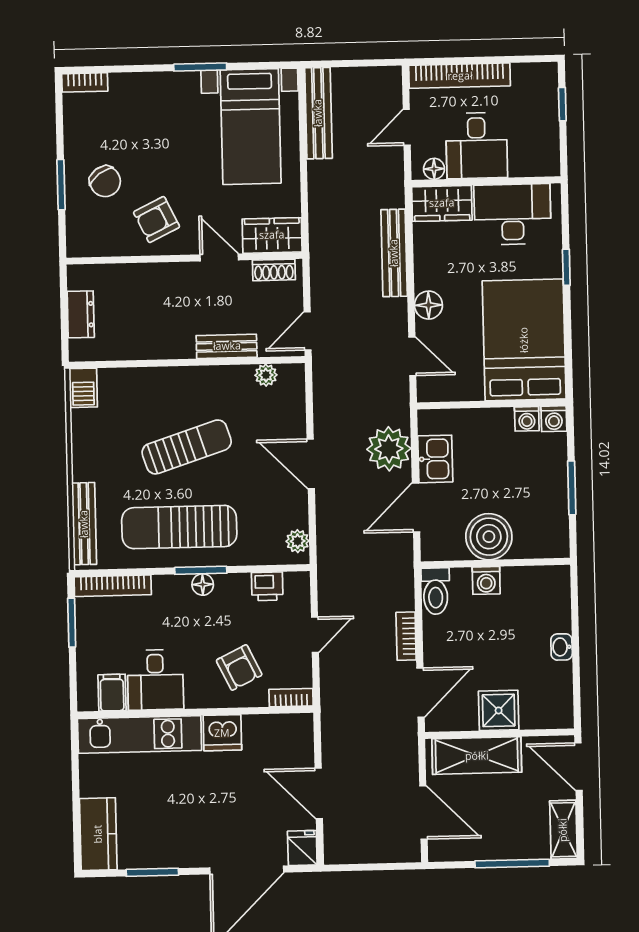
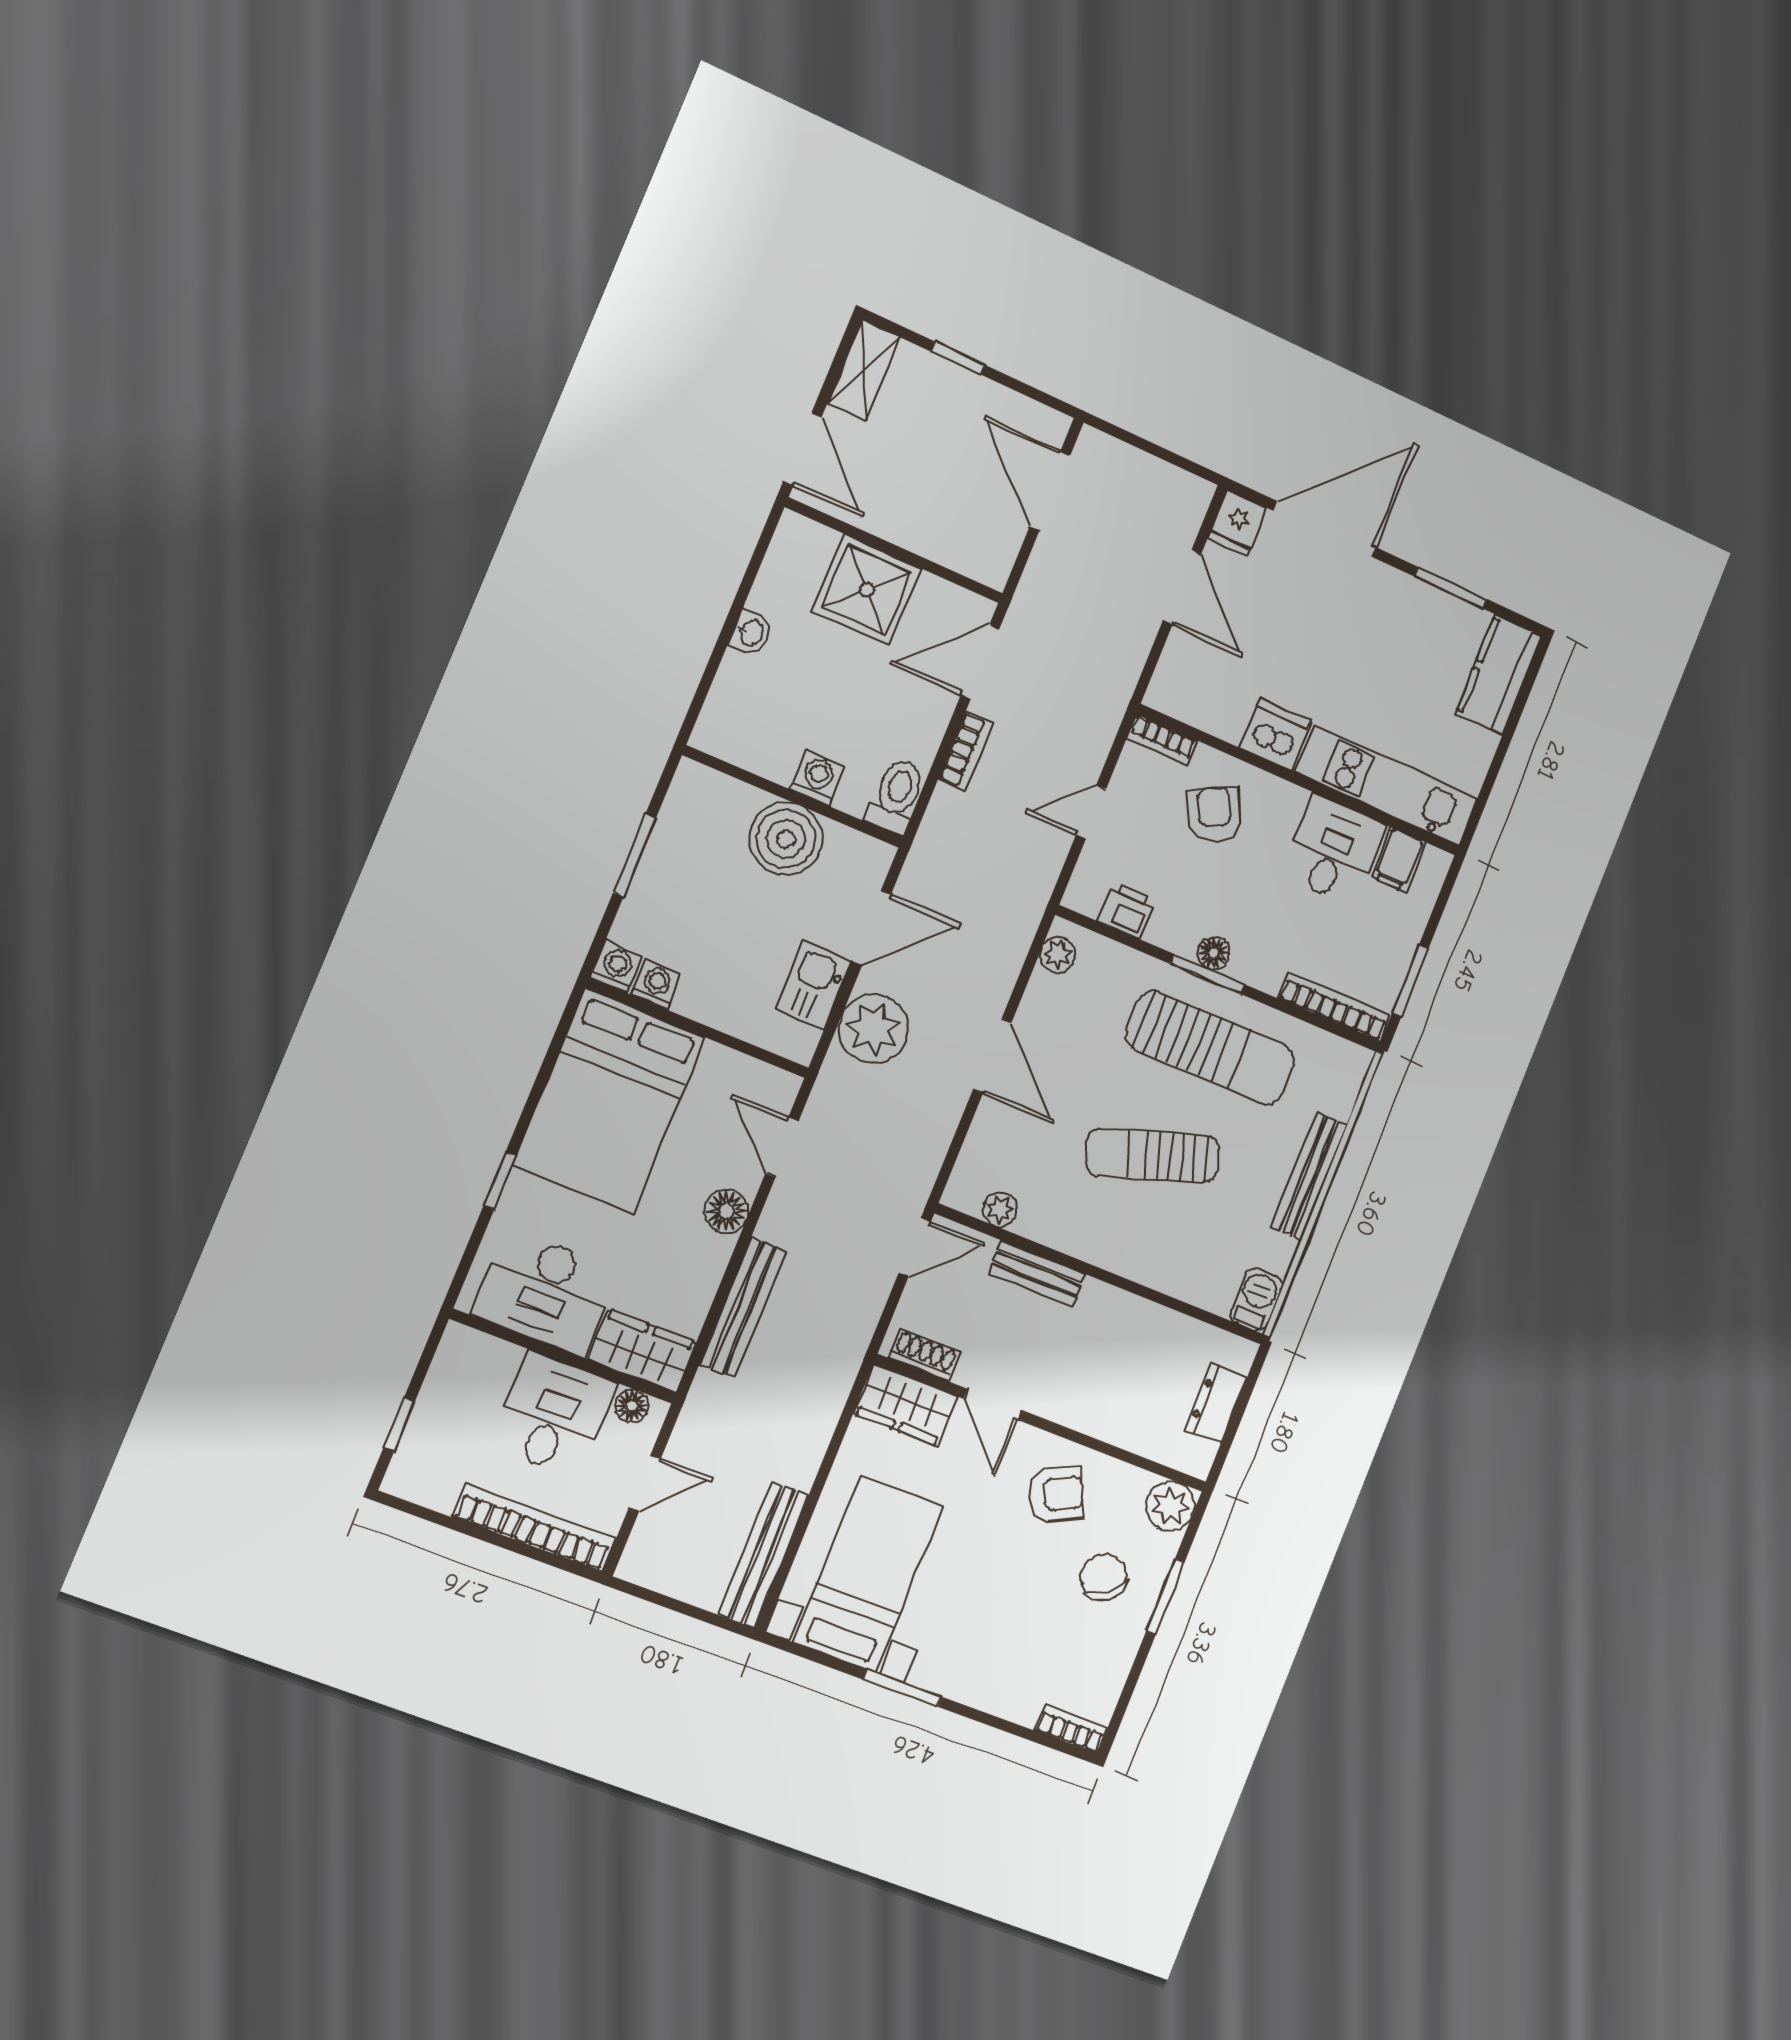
plant: (82, 241) -> (1170, 1506), added
bench: (84, 524) -> (1309, 1176), moved
shower: (499, 710) -> (867, 590), width x1.36, depth x1.36
shelving: (477, 756) -> (940, 535), removed
window: (512, 864) -> (957, 358), width x0.46

